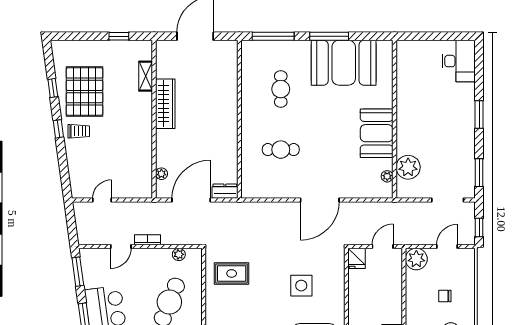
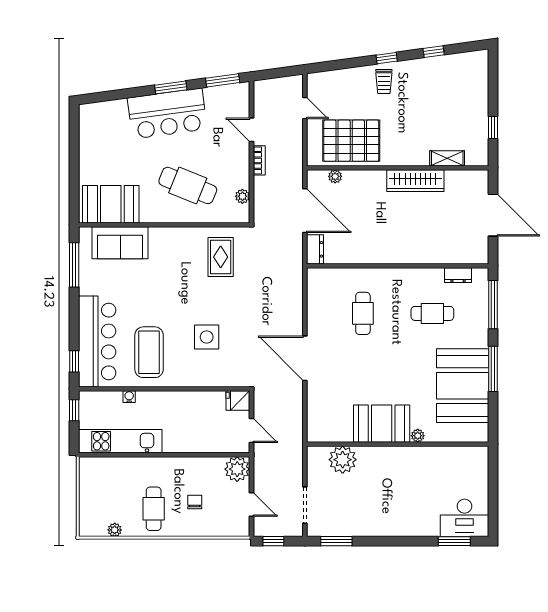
dresser: (247, 67) -> (458, 275), added
pallet: (85, 92) -> (351, 141), moved
window: (479, 114) -> (454, 541), moved
plant: (387, 176) -> (418, 436), moved

